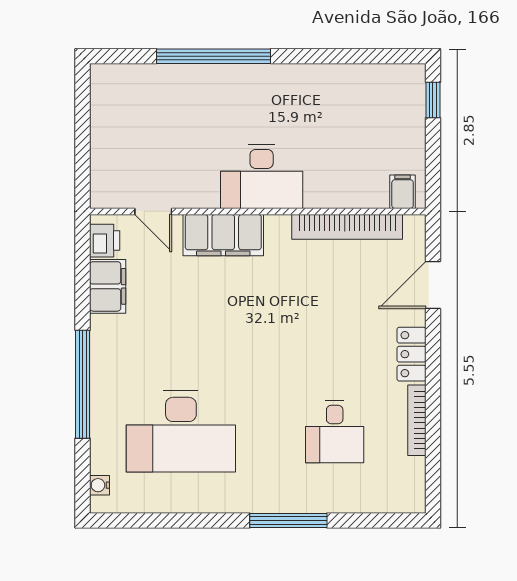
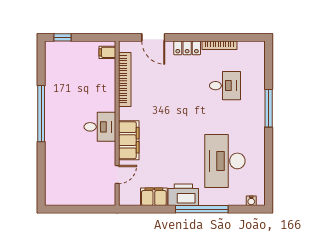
window: (214, 56) -> (41, 114), moved
desk: (262, 176) -> (100, 127), width x0.73
printer: (105, 241) -> (183, 195), moved, width x1.87, depth x1.48
desk: (181, 431) -> (225, 161), turned 180

